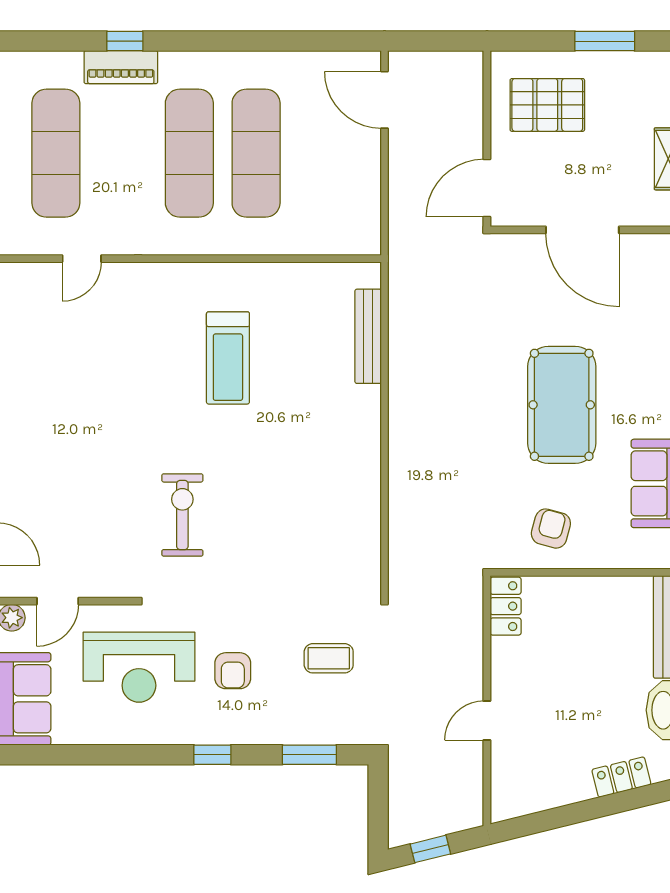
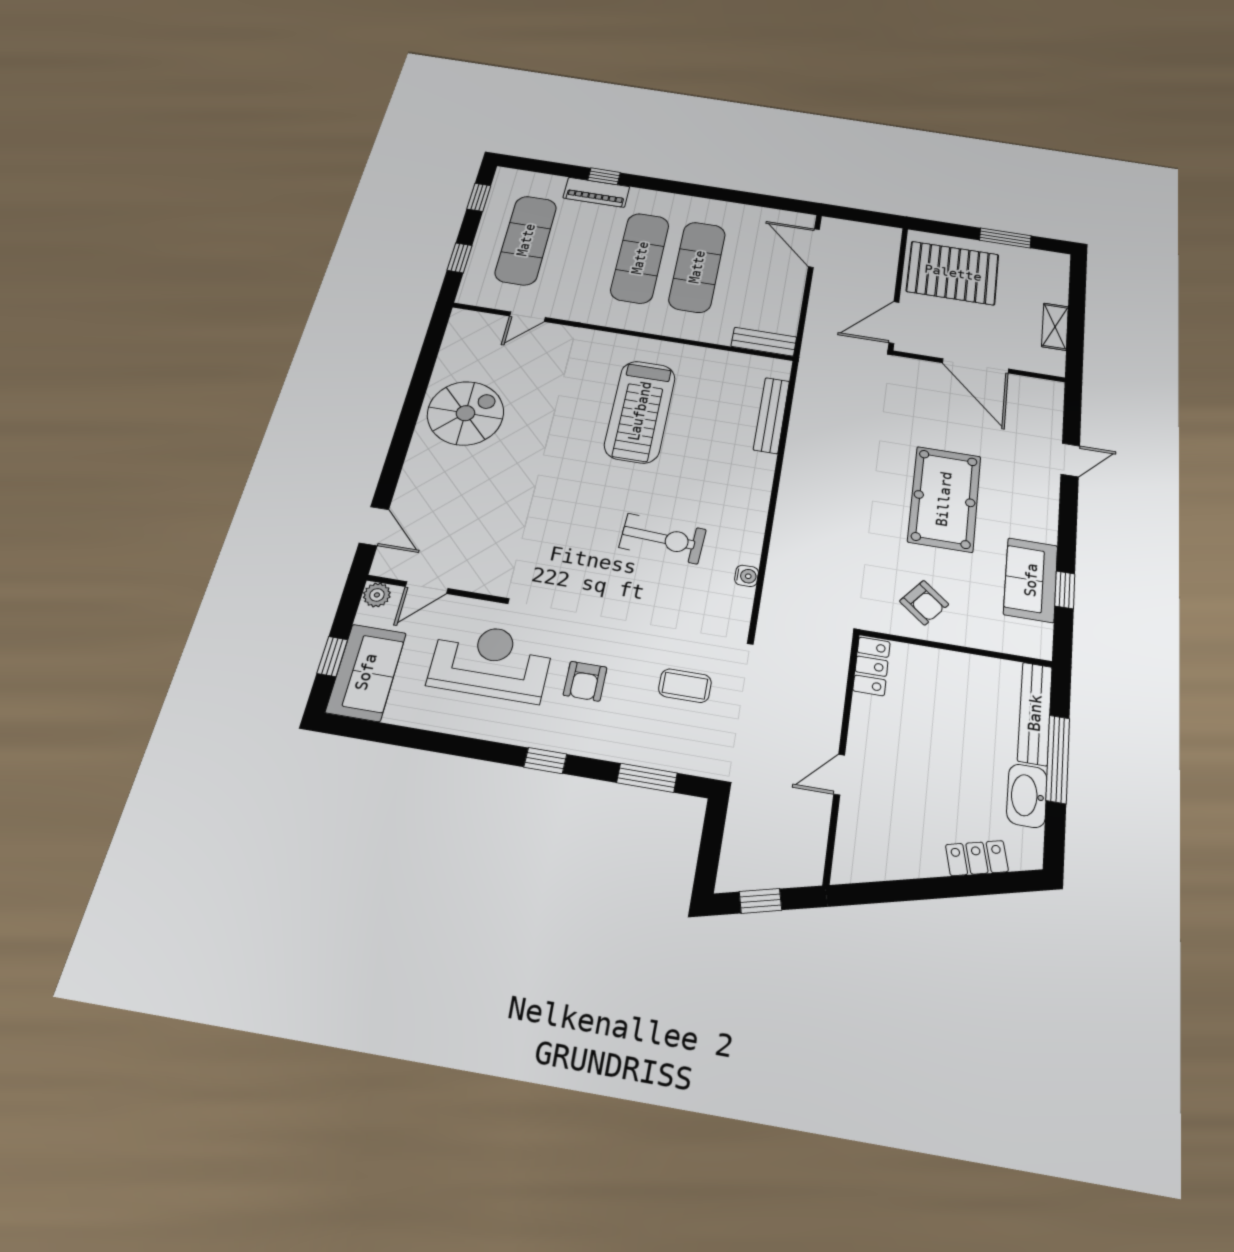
pallet: (547, 105) -> (953, 273), width x1.37, depth x1.41
bench: (346, 242) -> (764, 342), added
treadmill: (228, 358) -> (640, 411), width x1.37, depth x1.38
spiral stairs: (45, 395) -> (465, 413), added
exercise bike: (182, 515) -> (663, 539), moved, turned 93
armchair: (551, 529) -> (924, 603), turned 114
water cooler: (370, 531) -> (747, 576), added
reception desk: (139, 667) -> (491, 662), turned 180

